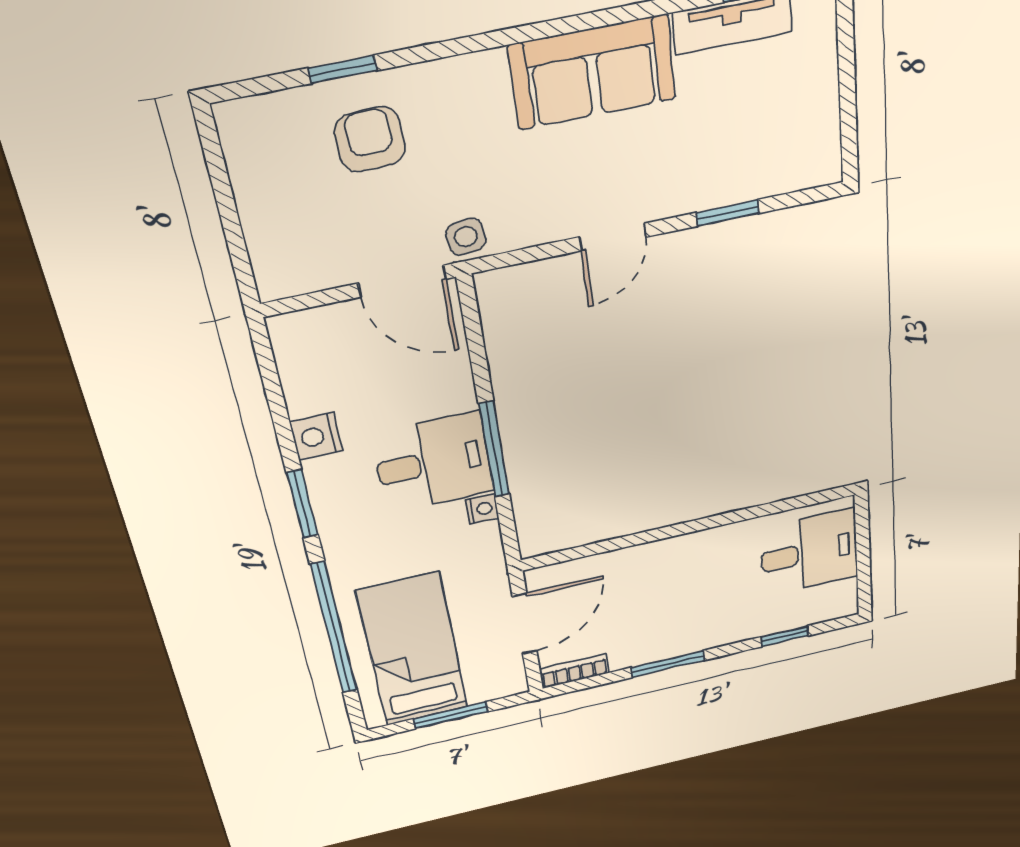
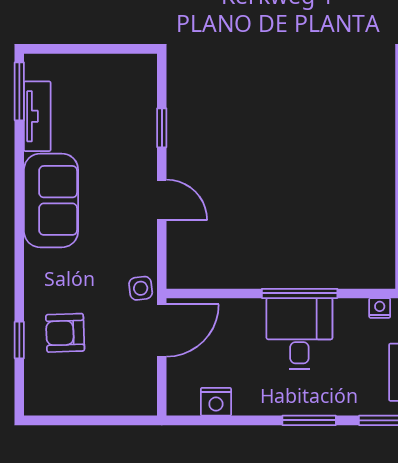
nightstand: (316, 436) -> (216, 402), moved
nightstand: (482, 509) -> (380, 308), moved

